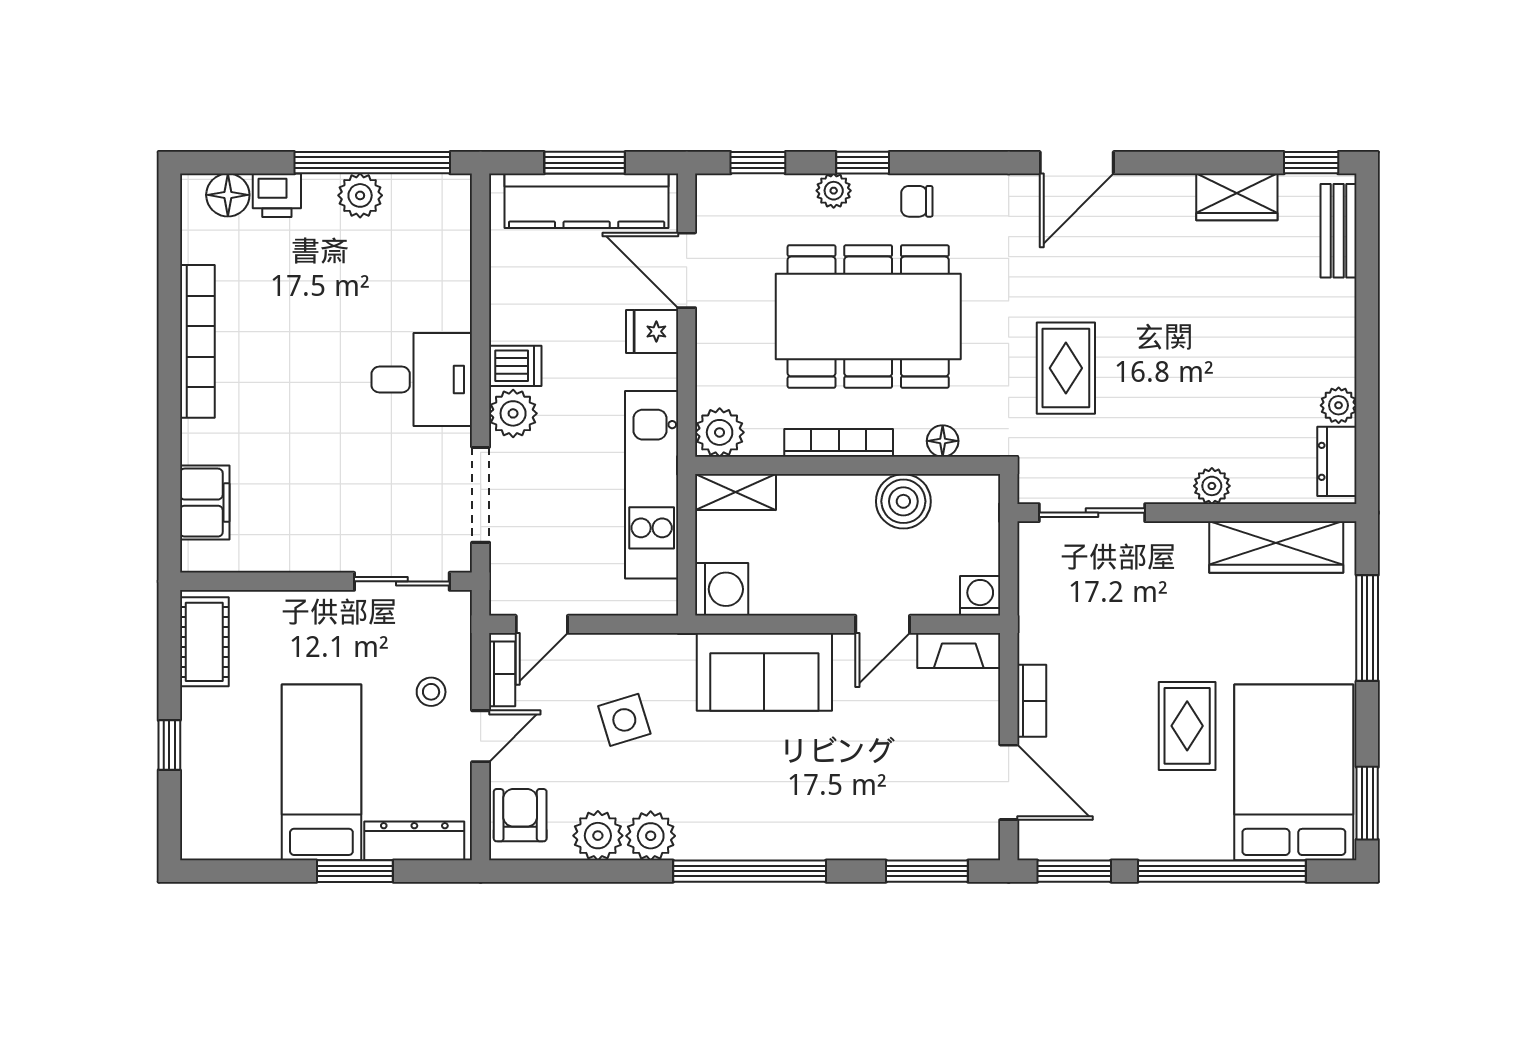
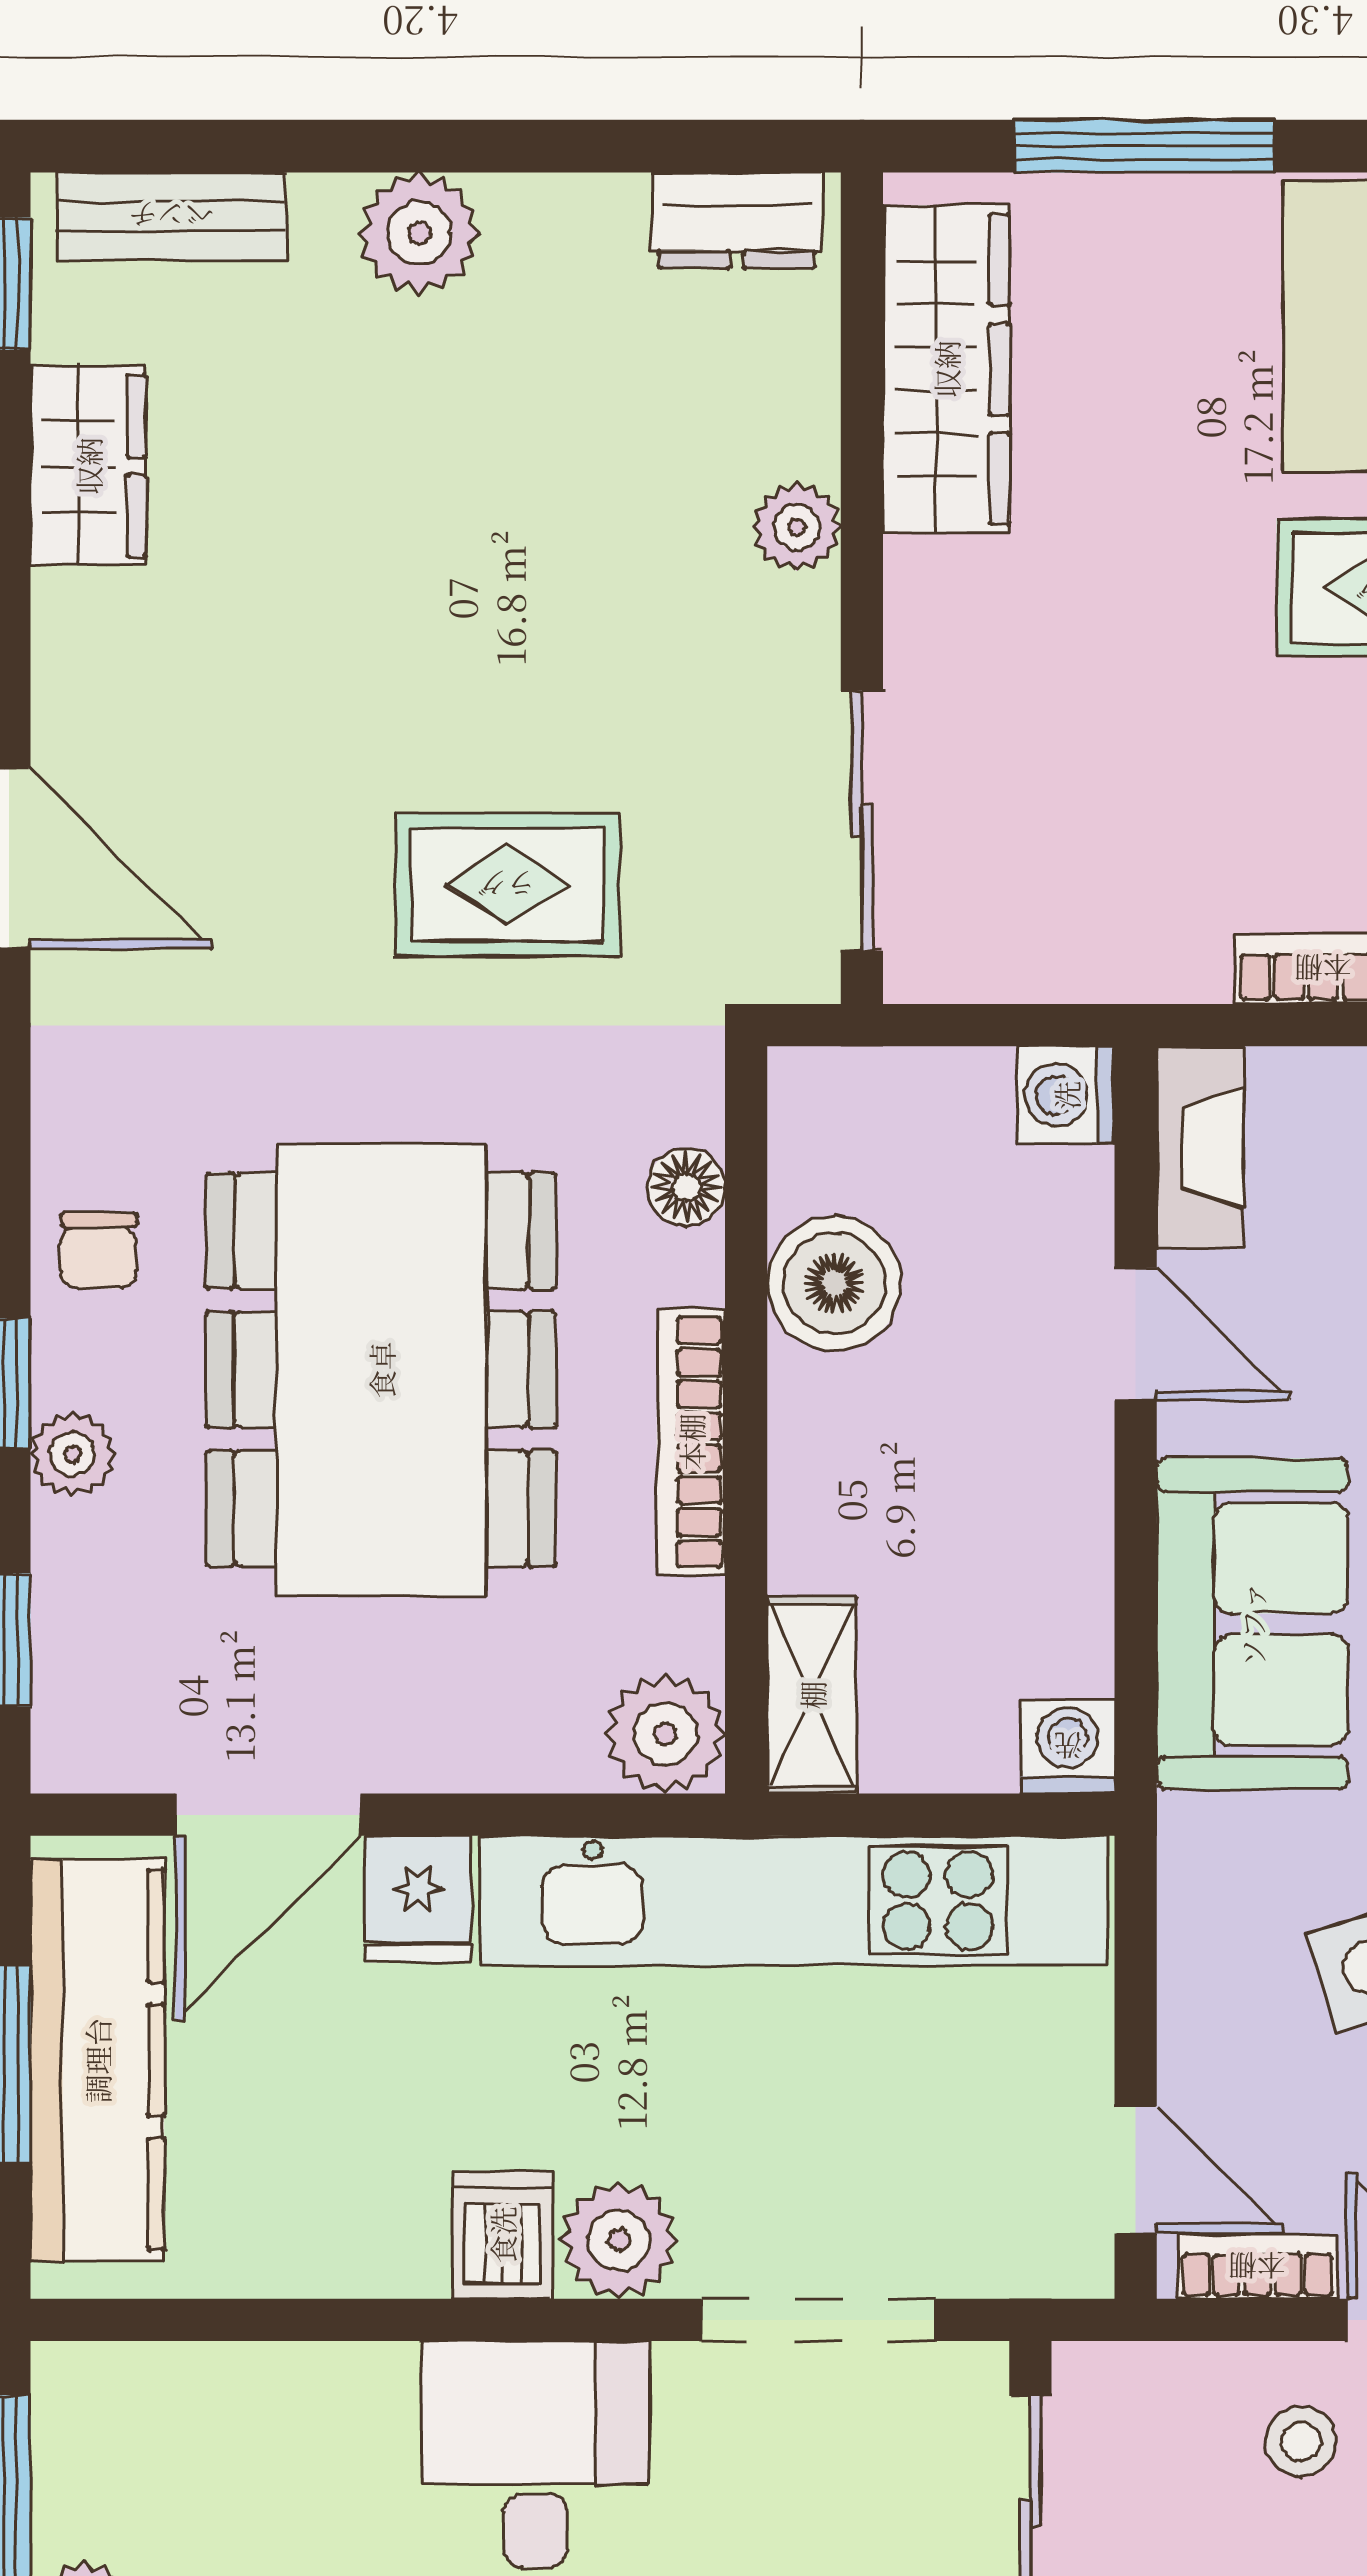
plant: (1339, 405) -> (419, 233), moved, width x1.38, depth x1.38
kitchen unit: (652, 485) -> (793, 1901), width x1.36
washing machine: (722, 589) -> (1068, 1747), width x0.73, depth x0.73

